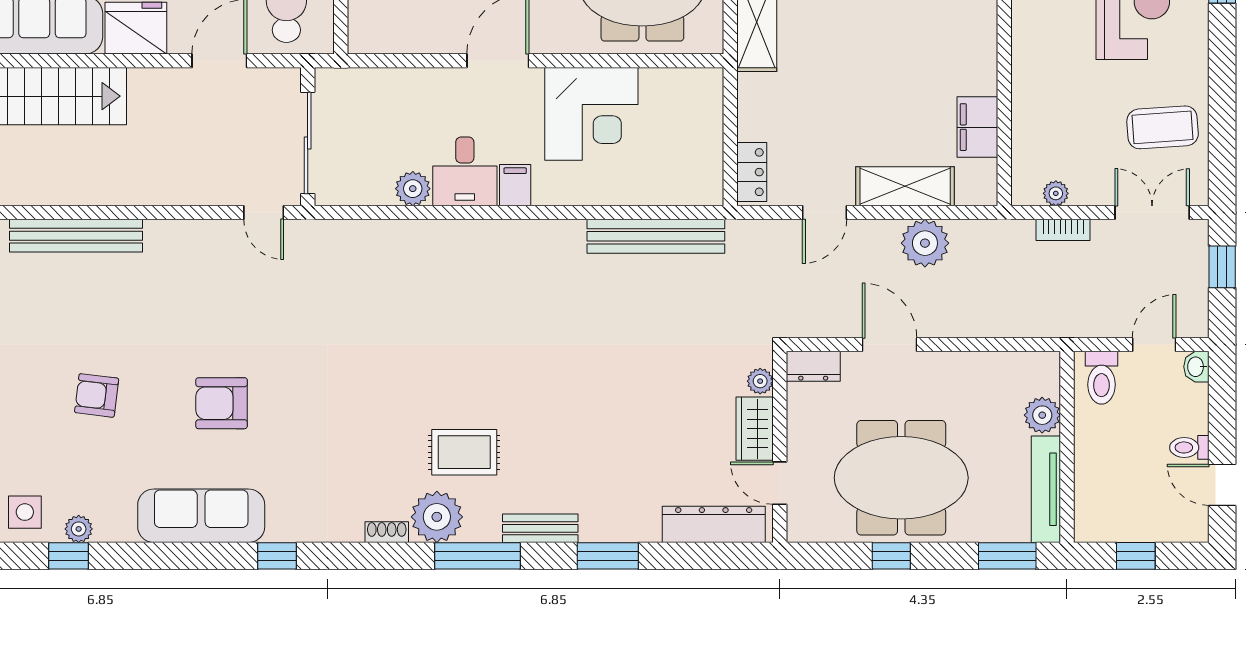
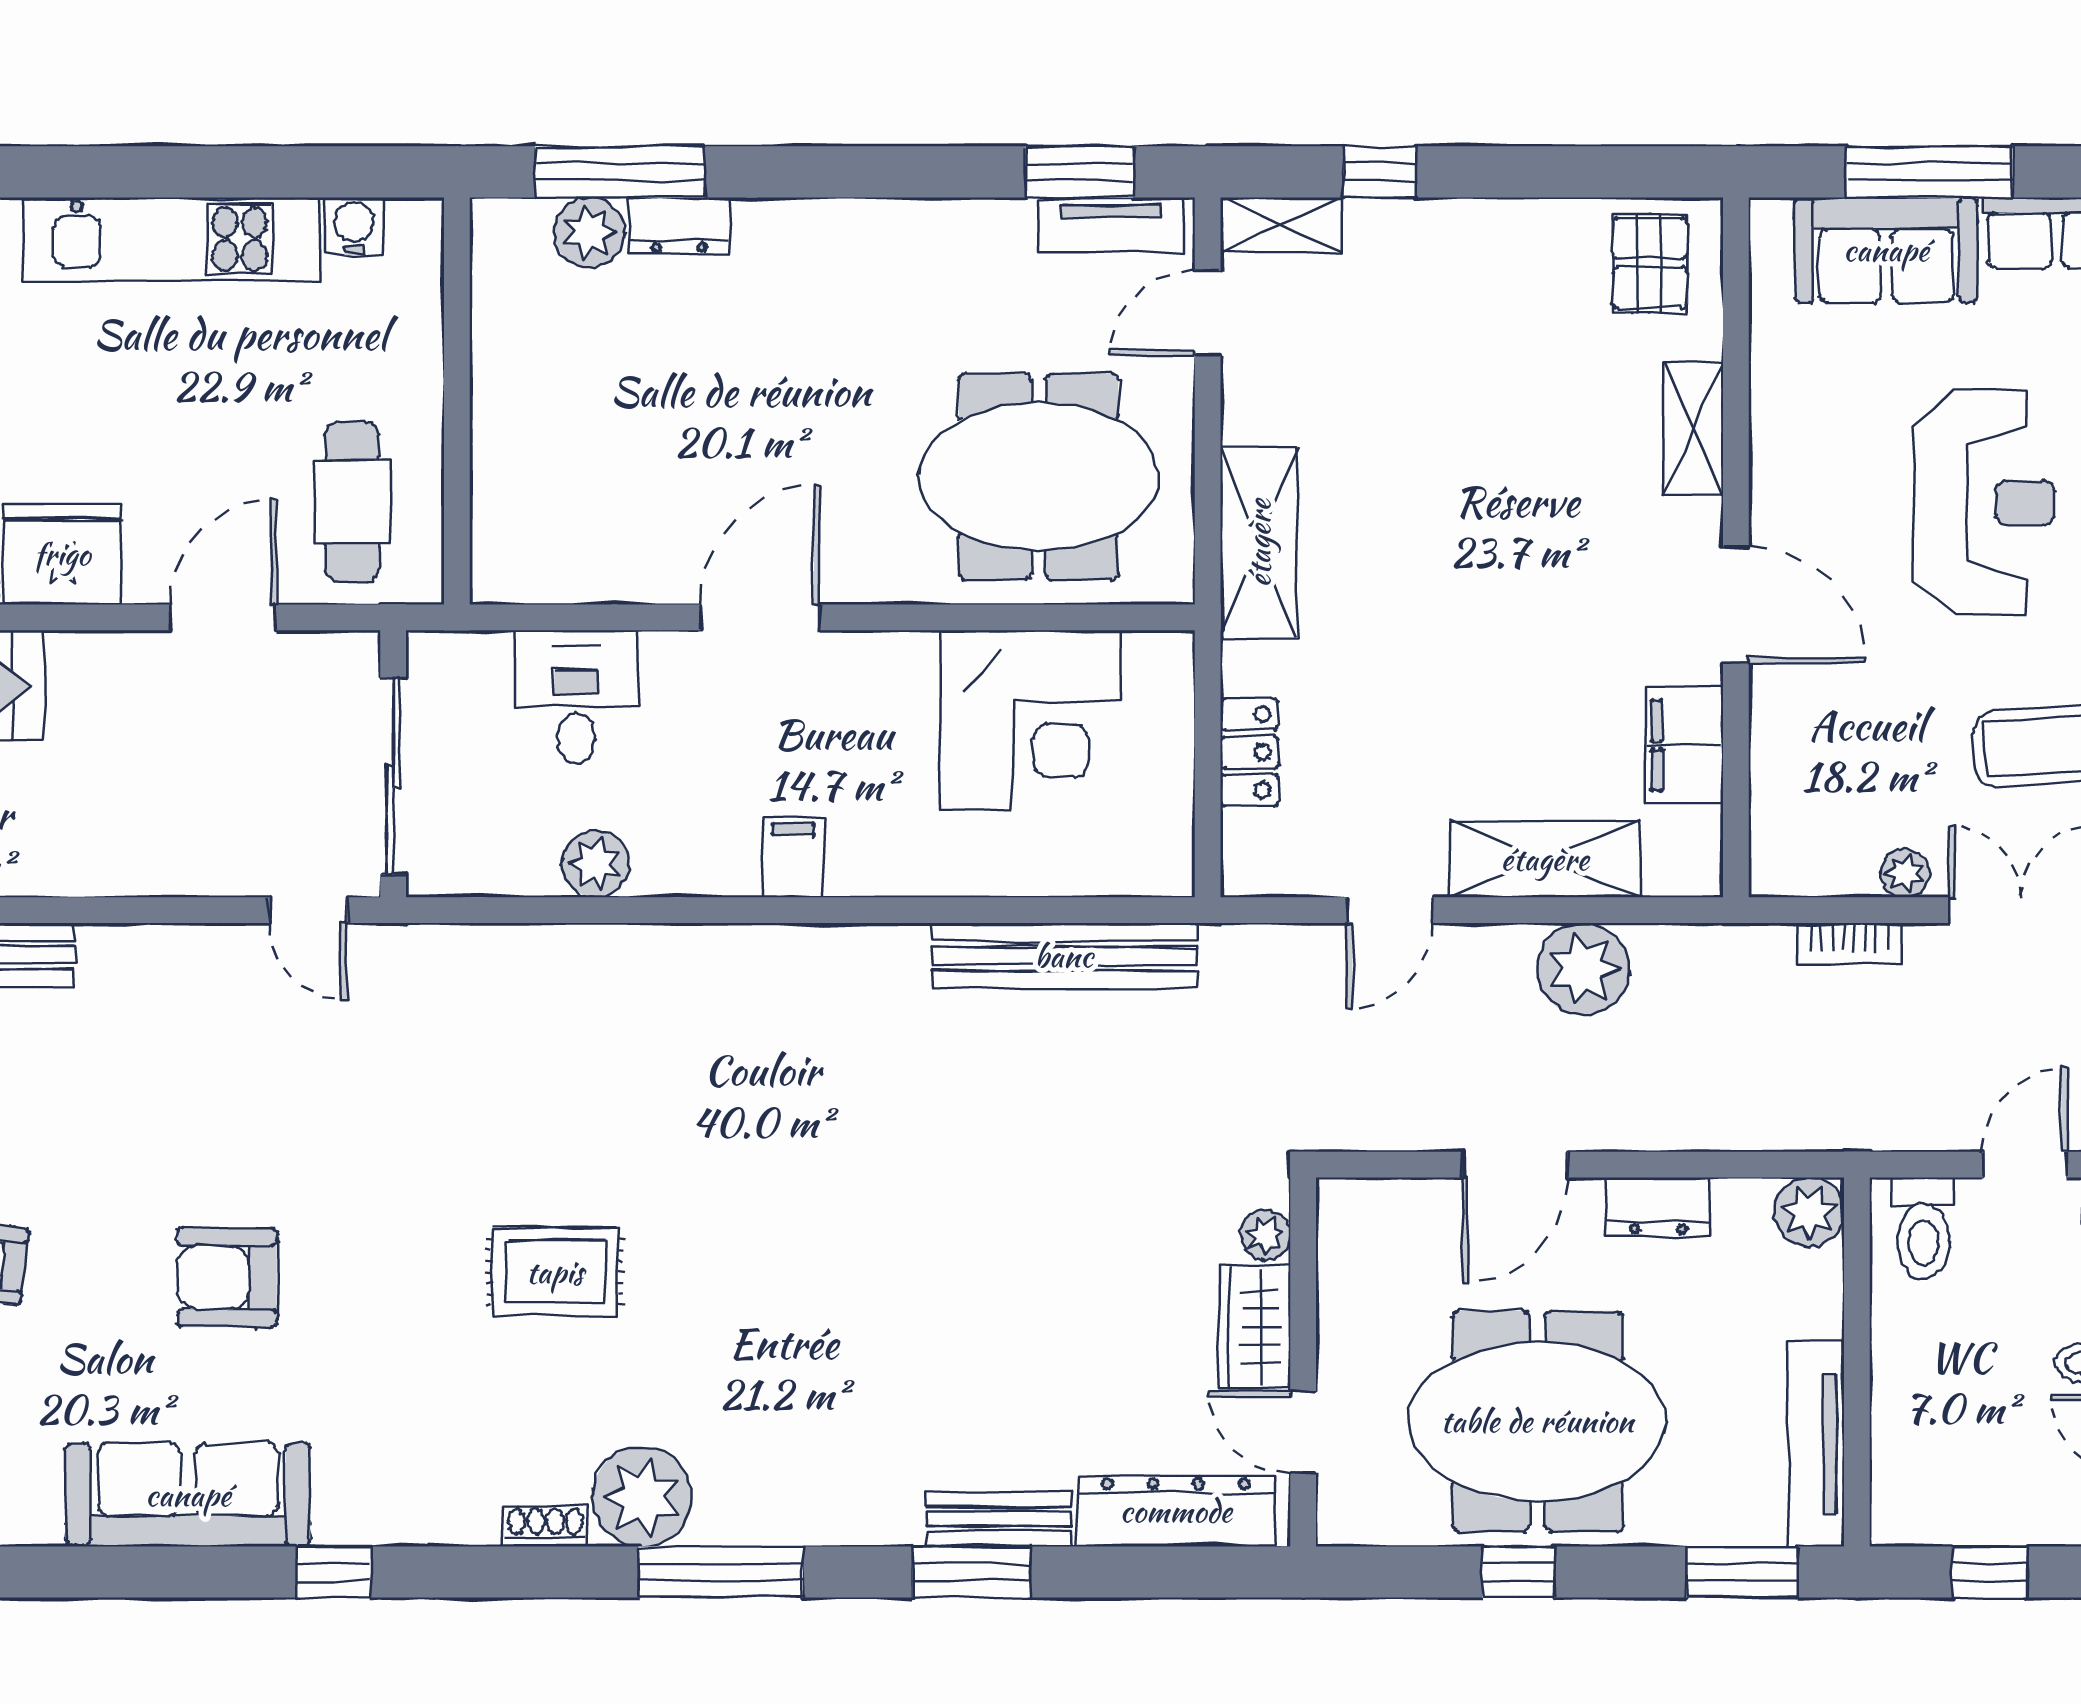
door: (1004, 54) -> (1736, 605), added
corner desk: (591, 114) -> (1031, 720), moved
desk: (465, 171) -> (577, 697), moved, turned 180
locker: (752, 172) -> (1249, 752), moved
plant: (1056, 193) -> (1905, 873), moved
door: (890, 345) -> (1515, 1165), swing flipped
dresser: (813, 366) -> (1658, 1207), moved
plant: (1042, 415) -> (1809, 1212), moved
rug: (464, 452) -> (555, 1272), moved
bench: (540, 528) -> (999, 1519), moved

